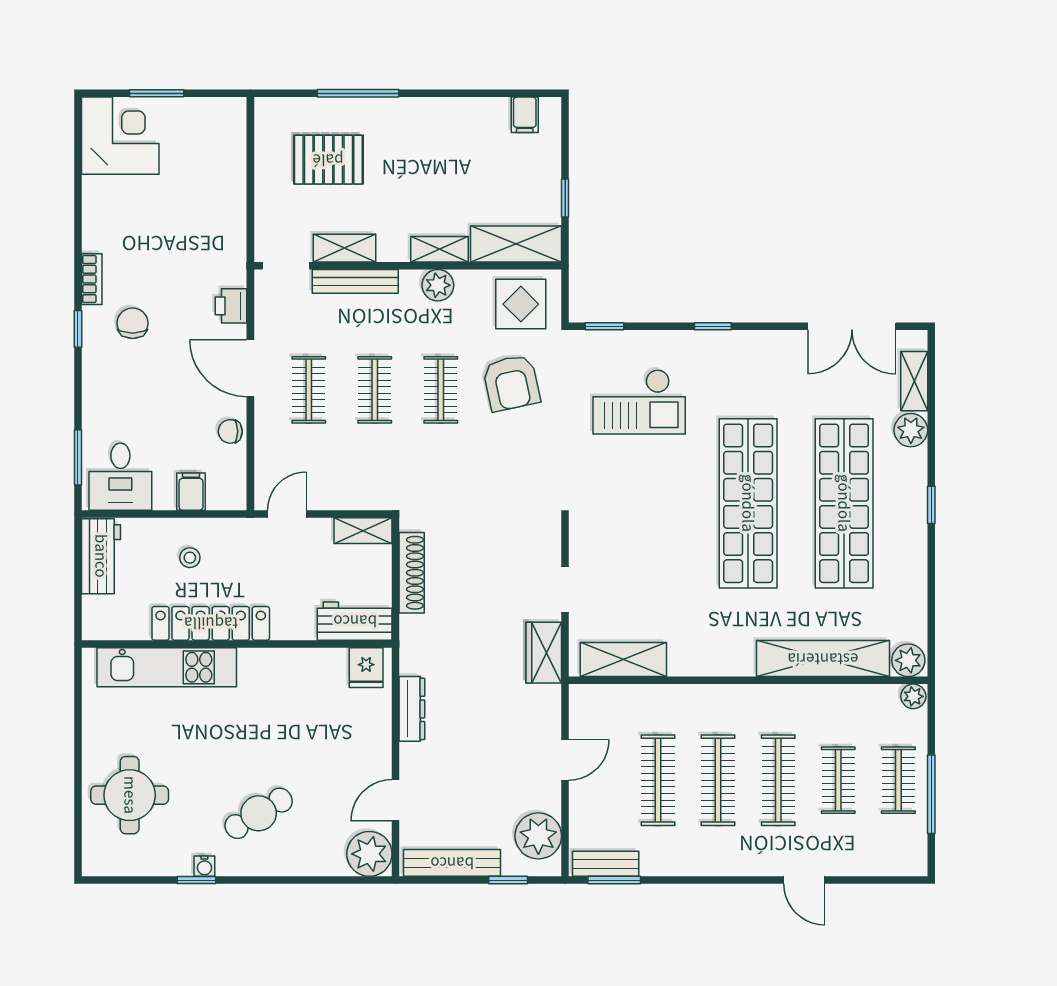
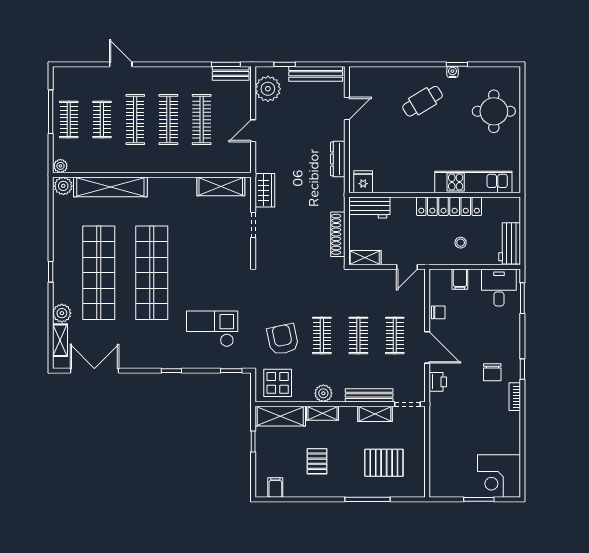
pallet: (449, 162) -> (317, 461), added
plant: (369, 854) -> (361, 79), removed

